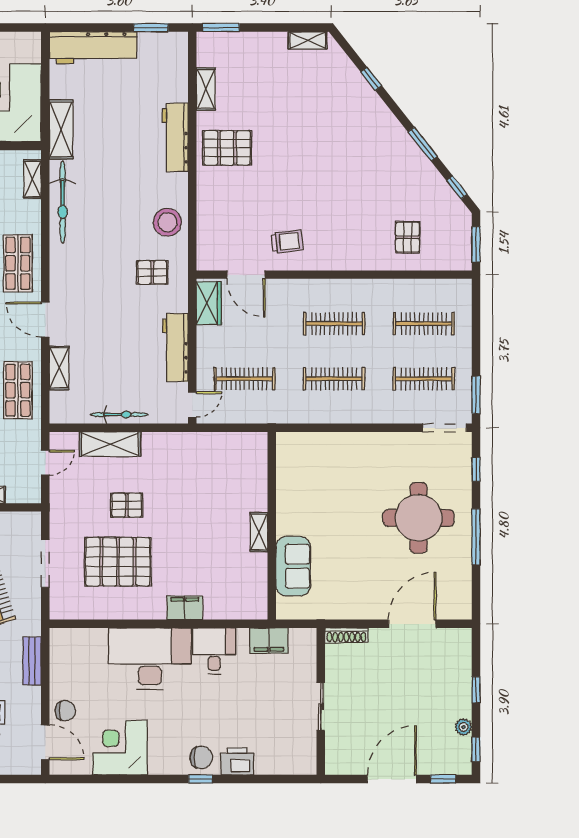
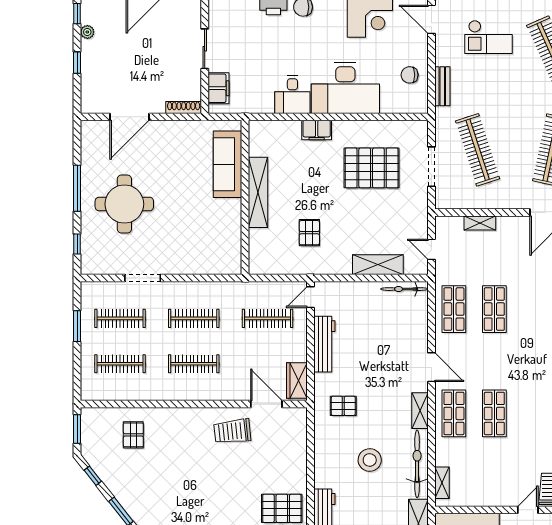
stool: (167, 222) -> (370, 460), moved
trolley: (287, 242) -> (232, 431), width x1.36, depth x1.39
shelving: (59, 368) -> (420, 411), moved
window: (476, 395) -> (77, 326), moved
bicycle: (119, 415) -> (404, 289), moved
doorway: (445, 428) -> (143, 278), moved
door: (45, 463) -> (431, 249), hinge flipped
pallet: (127, 505) -> (309, 233), moved, turned 90
shelving: (259, 532) -> (258, 192), width x2.20, depth x1.33
sofa: (293, 566) -> (227, 164), width x1.36
filing cabinet: (269, 641) -> (218, 88), moved, turned 90
chair: (65, 711) -> (410, 75), moved

